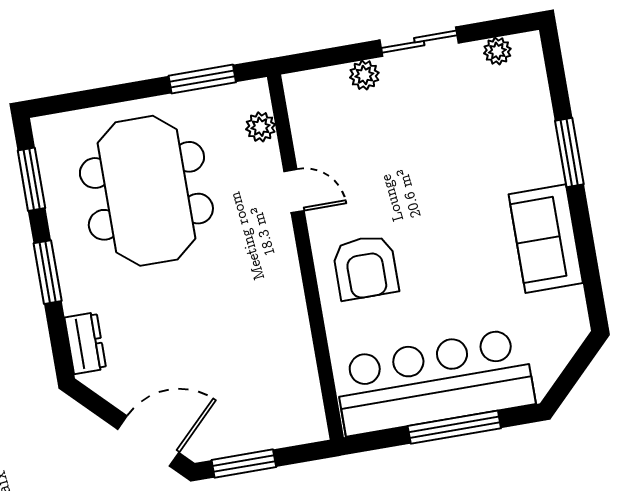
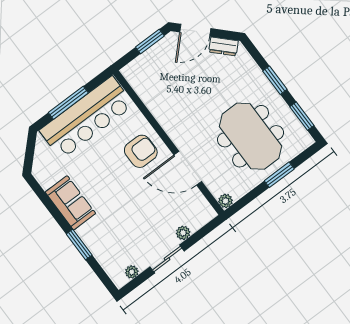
window: (202, 79) -> (279, 175), moved
plant: (261, 127) -> (225, 201), moved
door: (294, 191) -> (188, 168), width x1.88
armchair: (365, 267) -> (141, 151), turned 90
dresser: (85, 343) -> (223, 46), moved, turned -45

